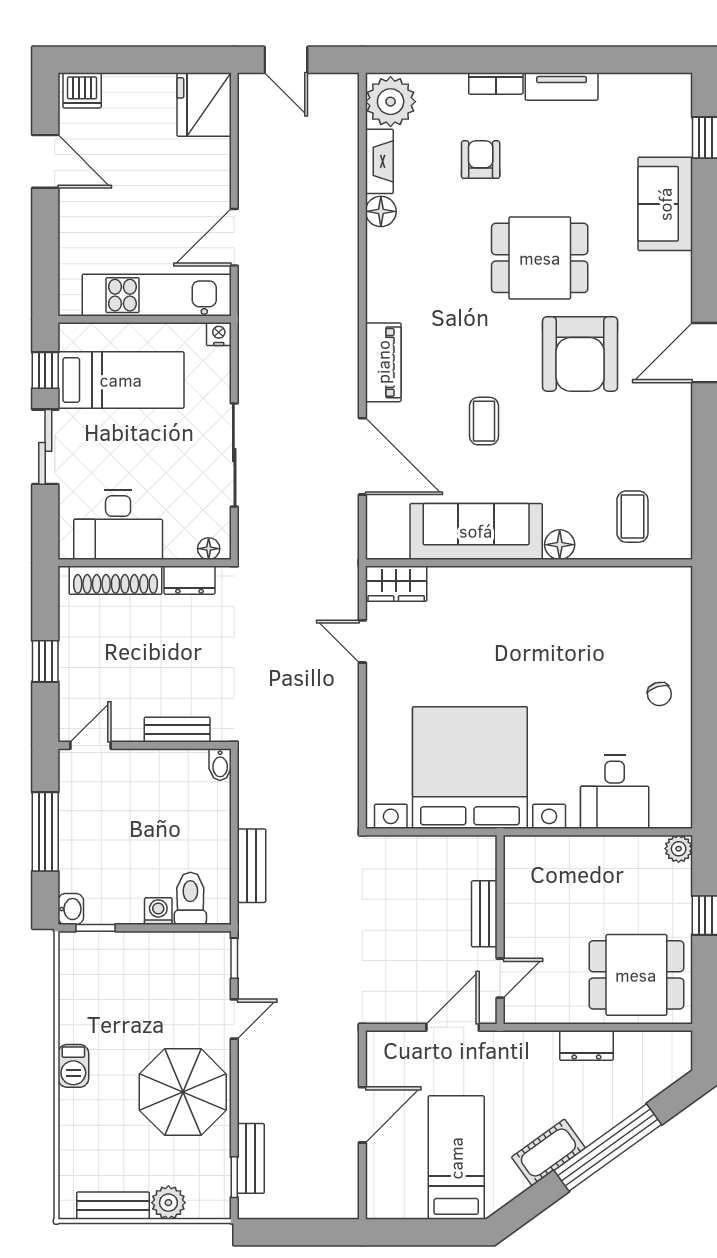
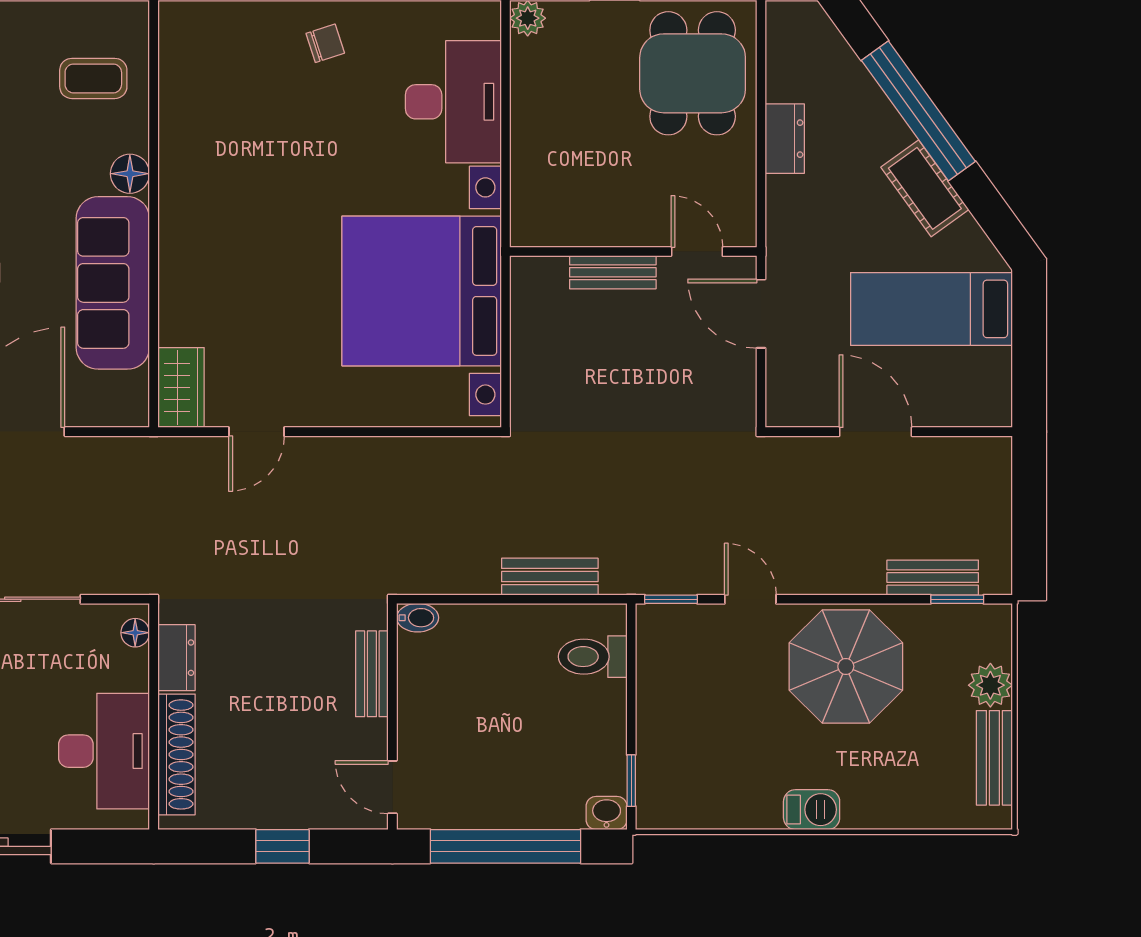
desk: (615, 792) -> (453, 102), width x1.37
window: (45, 832) -> (505, 846), width x1.46
washing machine: (158, 911) -> (609, 699), removed

